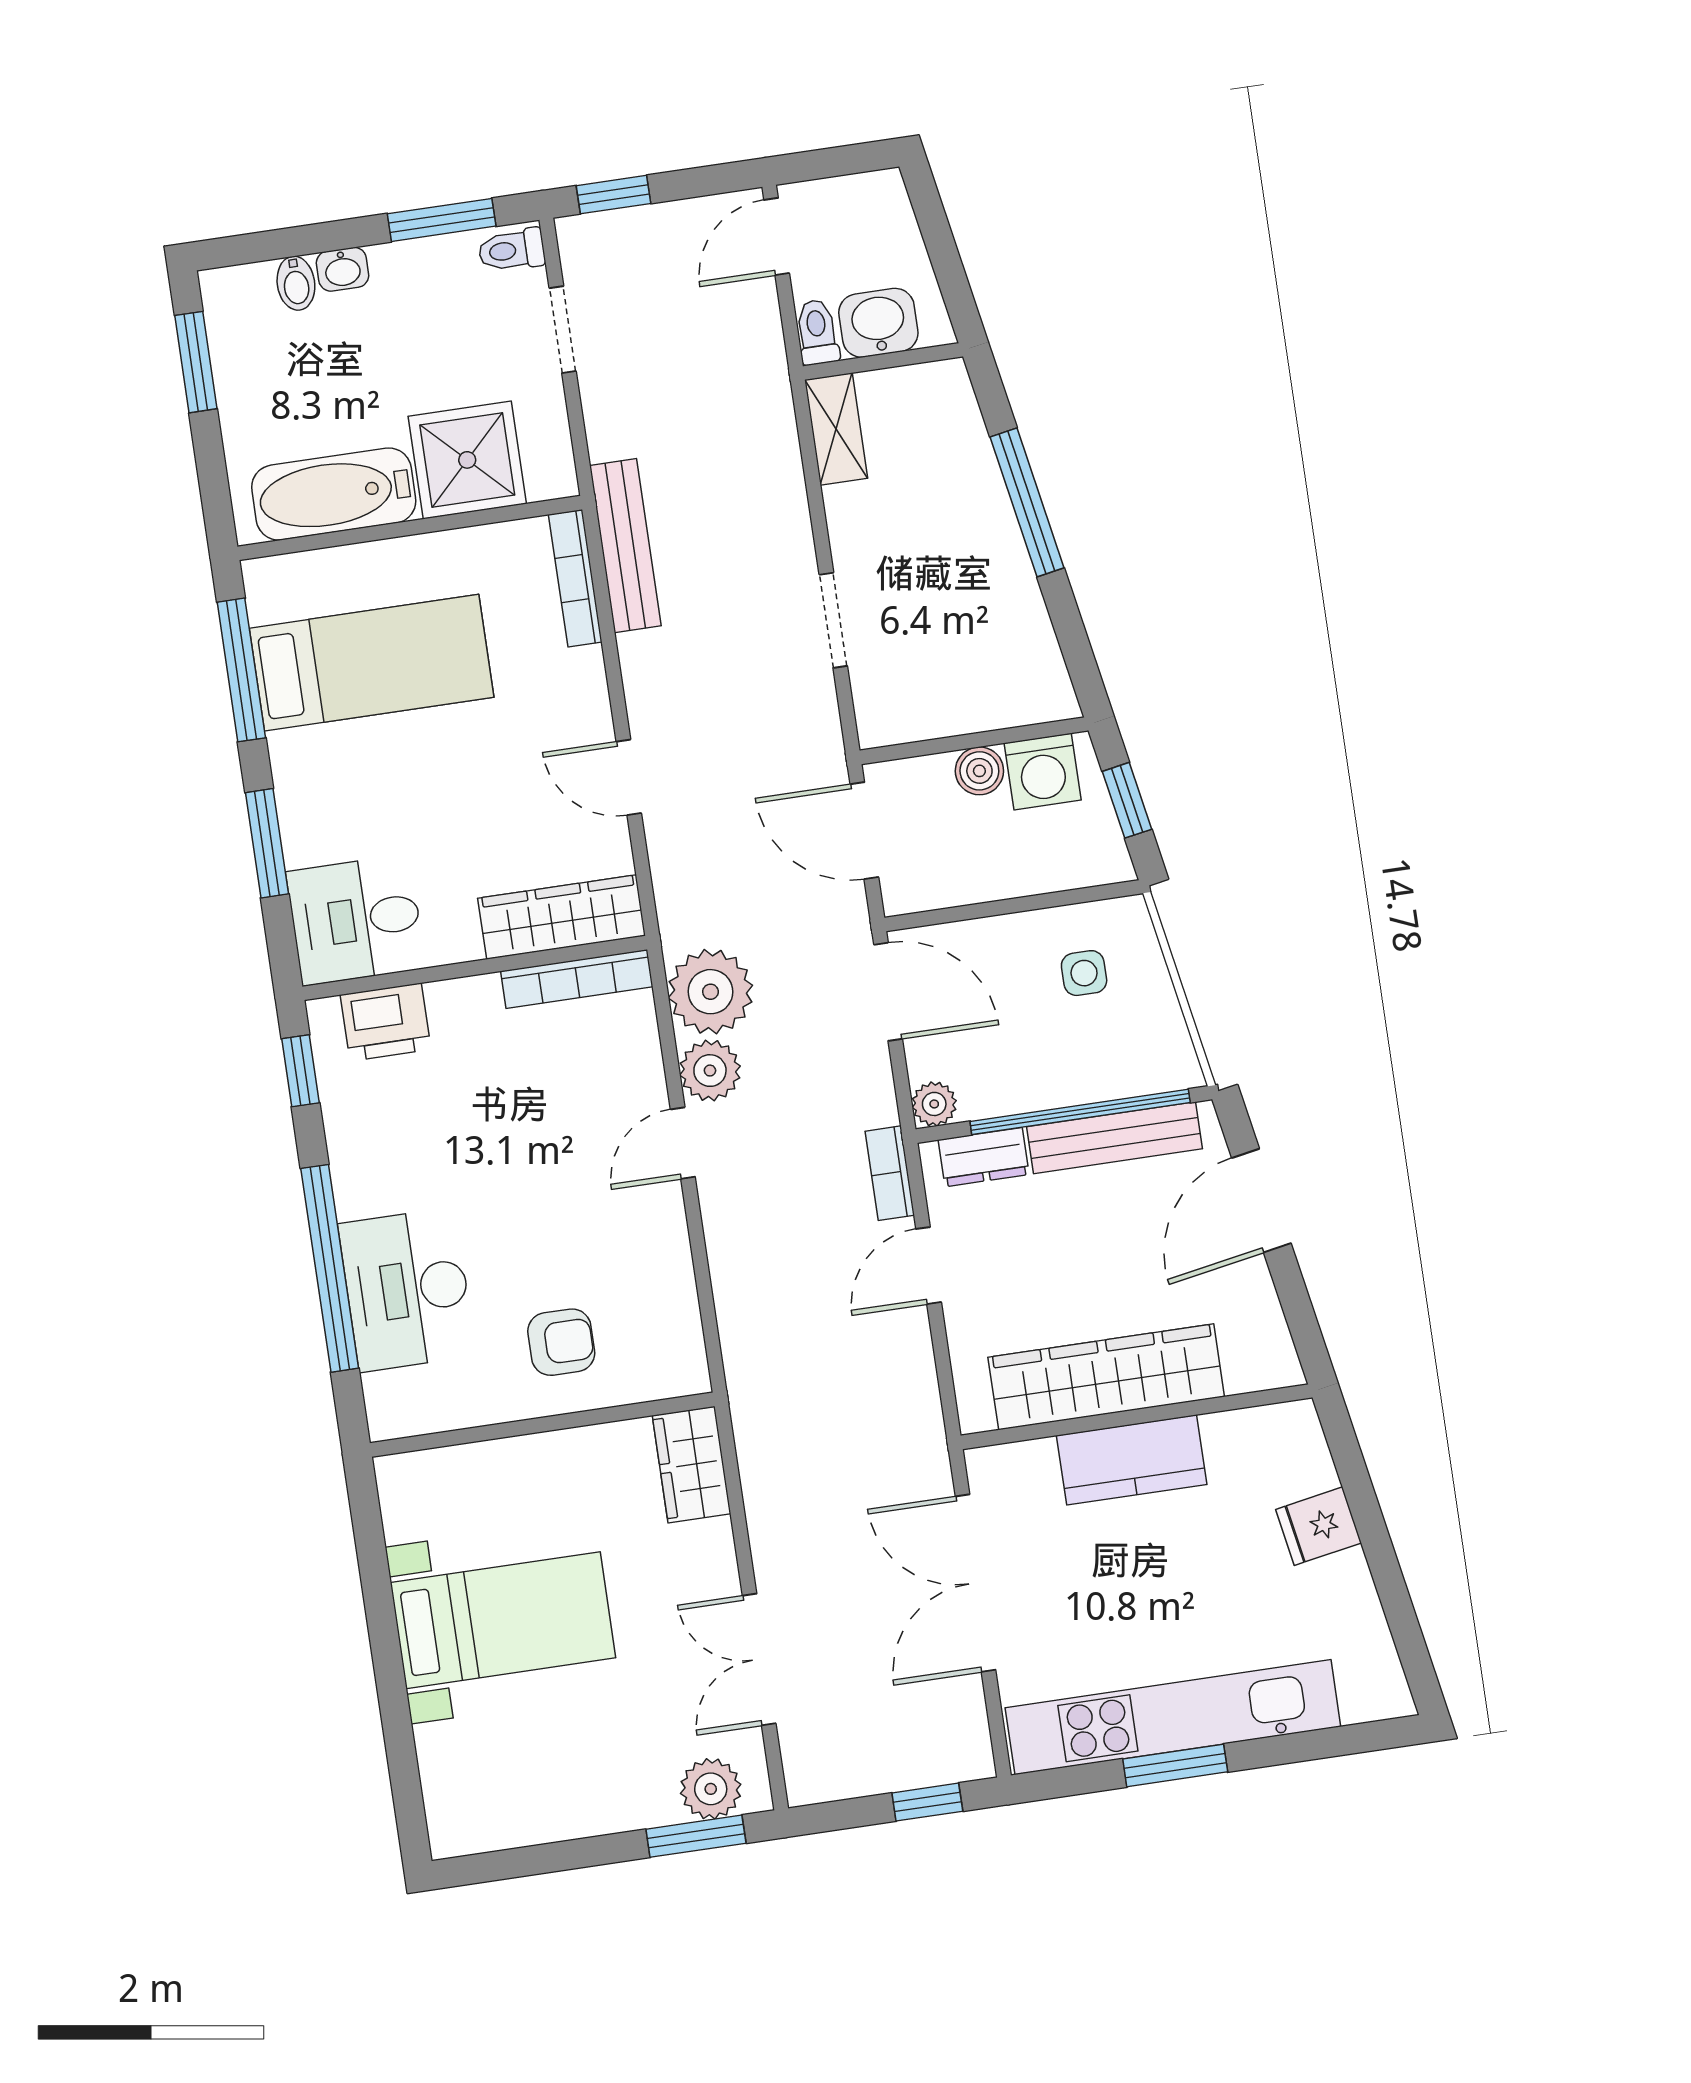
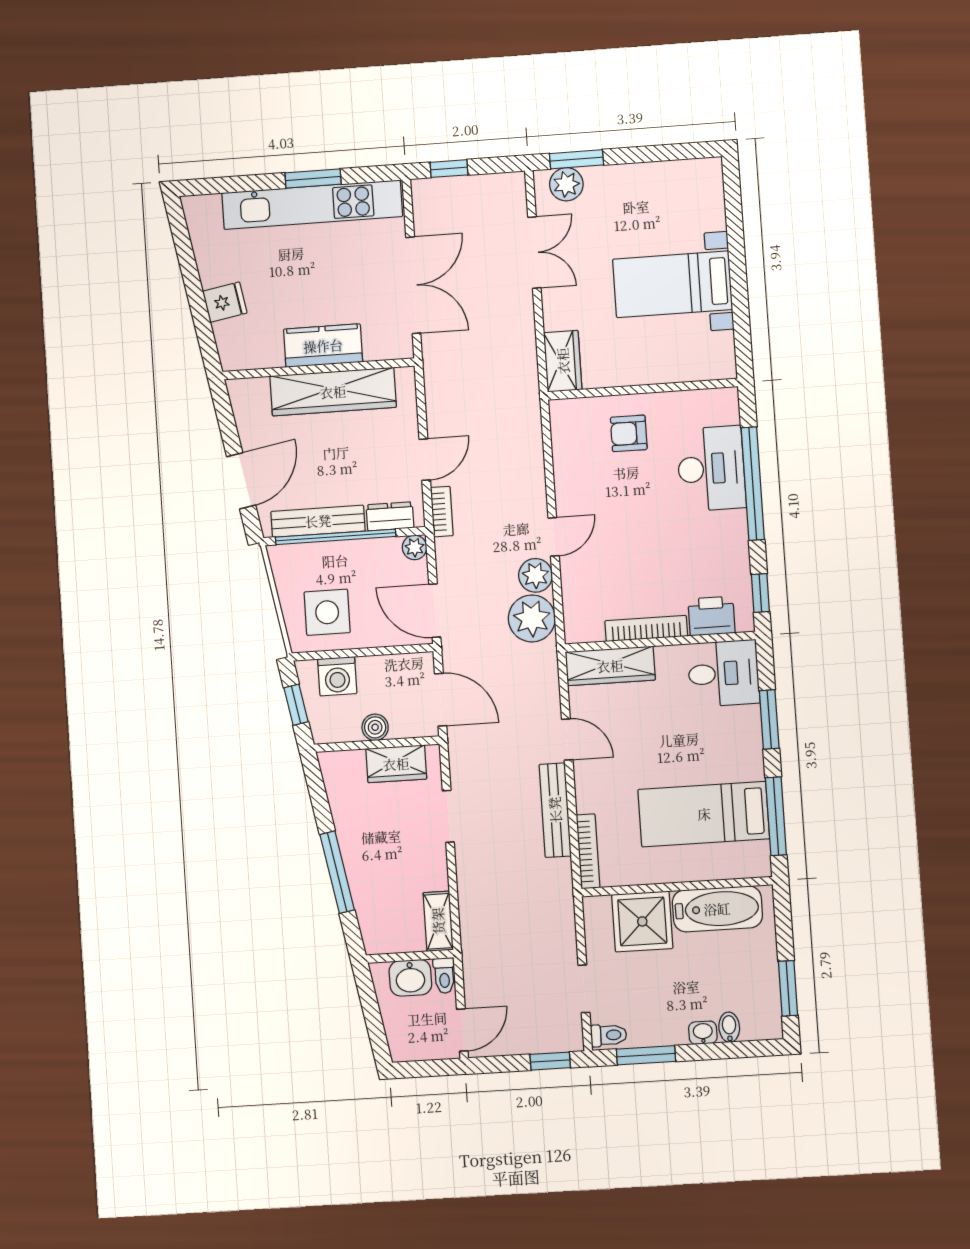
bench: (625, 546) -> (555, 810), moved
wardrobe: (936, 708) -> (396, 764), added
washing machine: (1043, 772) -> (337, 676), moved, turned 180
side table: (1084, 973) -> (327, 612), width x1.87, depth x1.87
bookcase: (577, 979) -> (646, 628), moved

